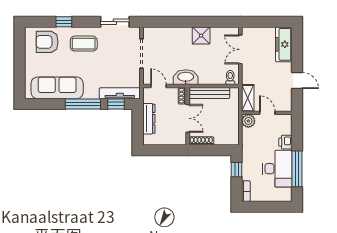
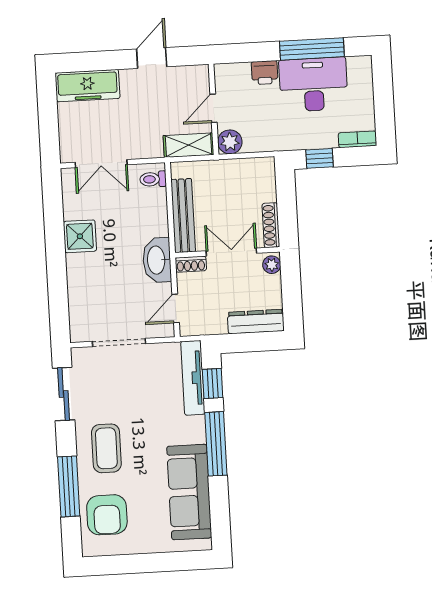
window: (64, 22) -> (69, 486), width x2.17
dresser: (149, 119) -> (256, 322), moved
plant: (180, 140) -> (272, 265), added

